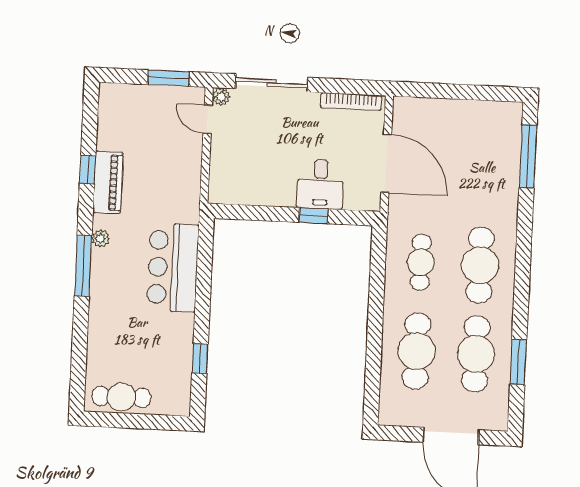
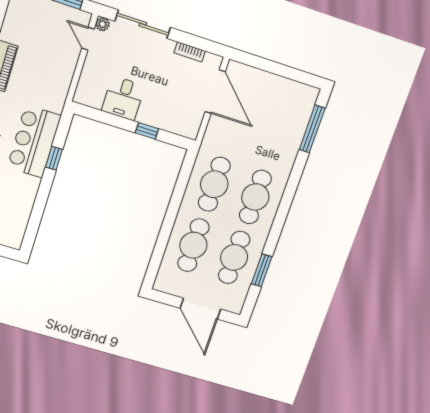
bookcase: (351, 102) -> (190, 52), width x0.64
door: (386, 163) -> (215, 92), moved
desk: (320, 184) -> (123, 98), moved
cafe table: (421, 262) -> (214, 184), width x1.37, depth x1.35
window: (200, 358) -> (54, 158), moved

